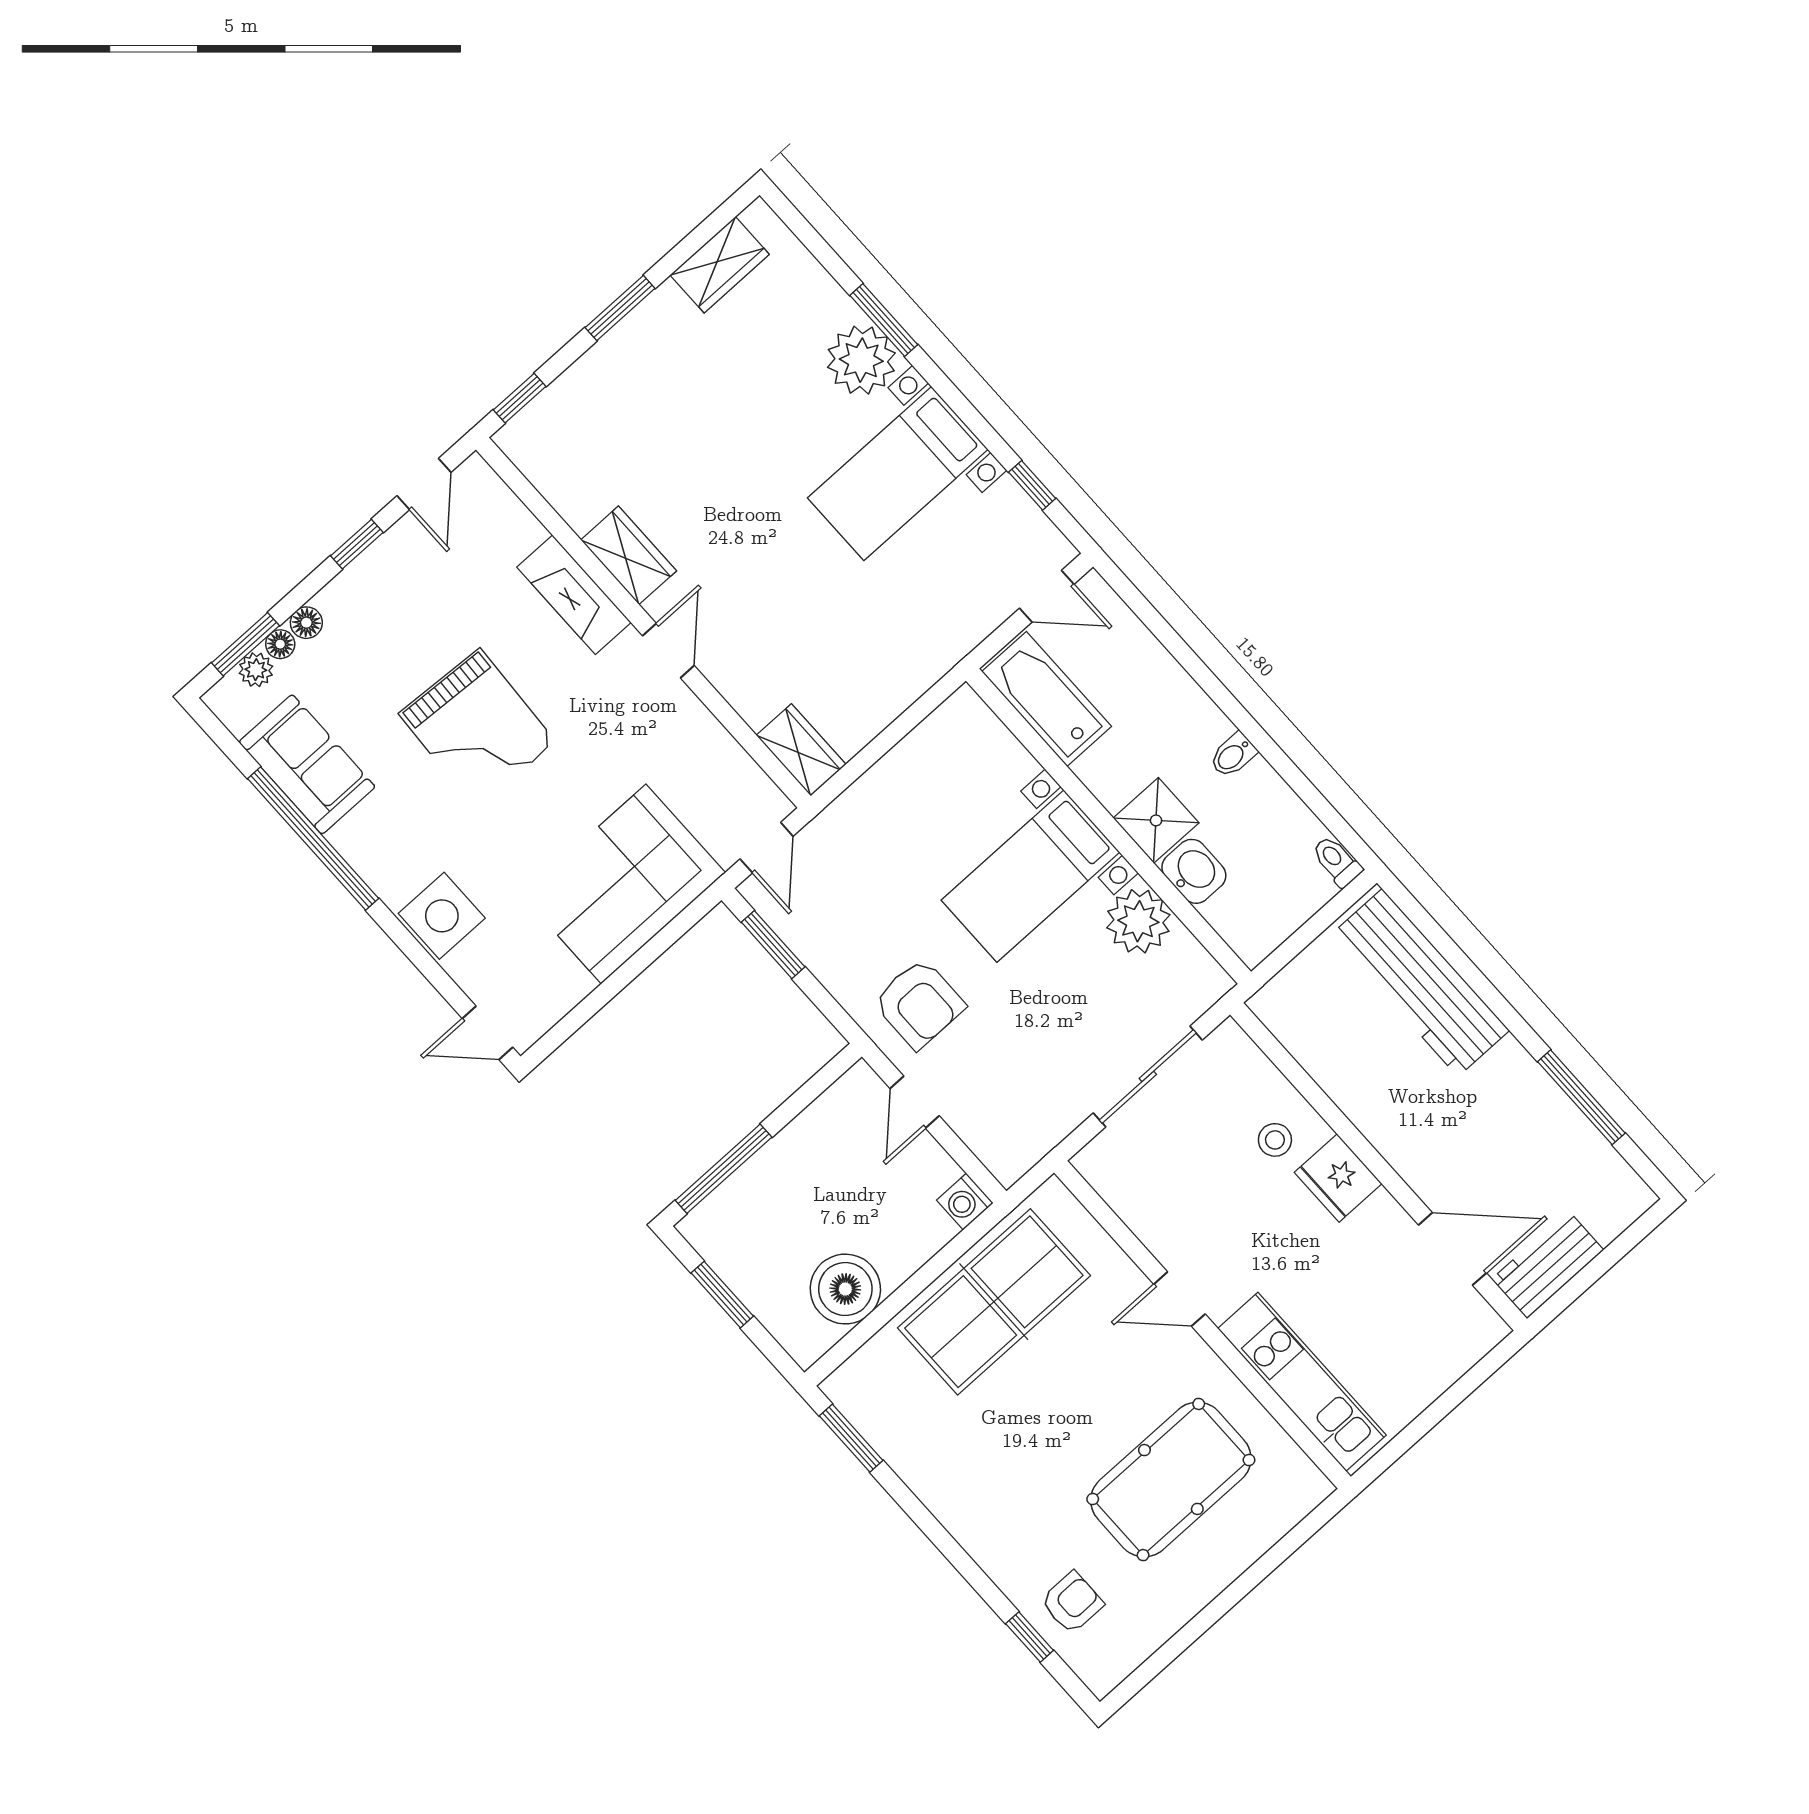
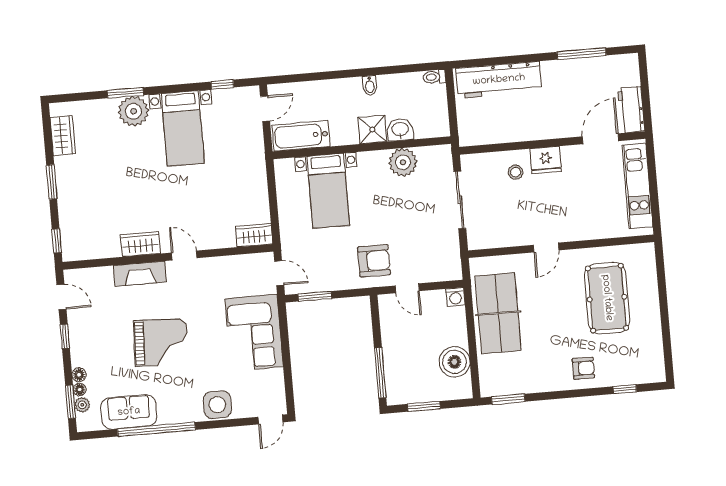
bed with nightstands: (1030, 876) -> (328, 191), moved
kitchen unit: (1302, 1382) -> (637, 186), moved, turned -90
armchair: (1072, 1602) -> (583, 368), moved, turned 90

